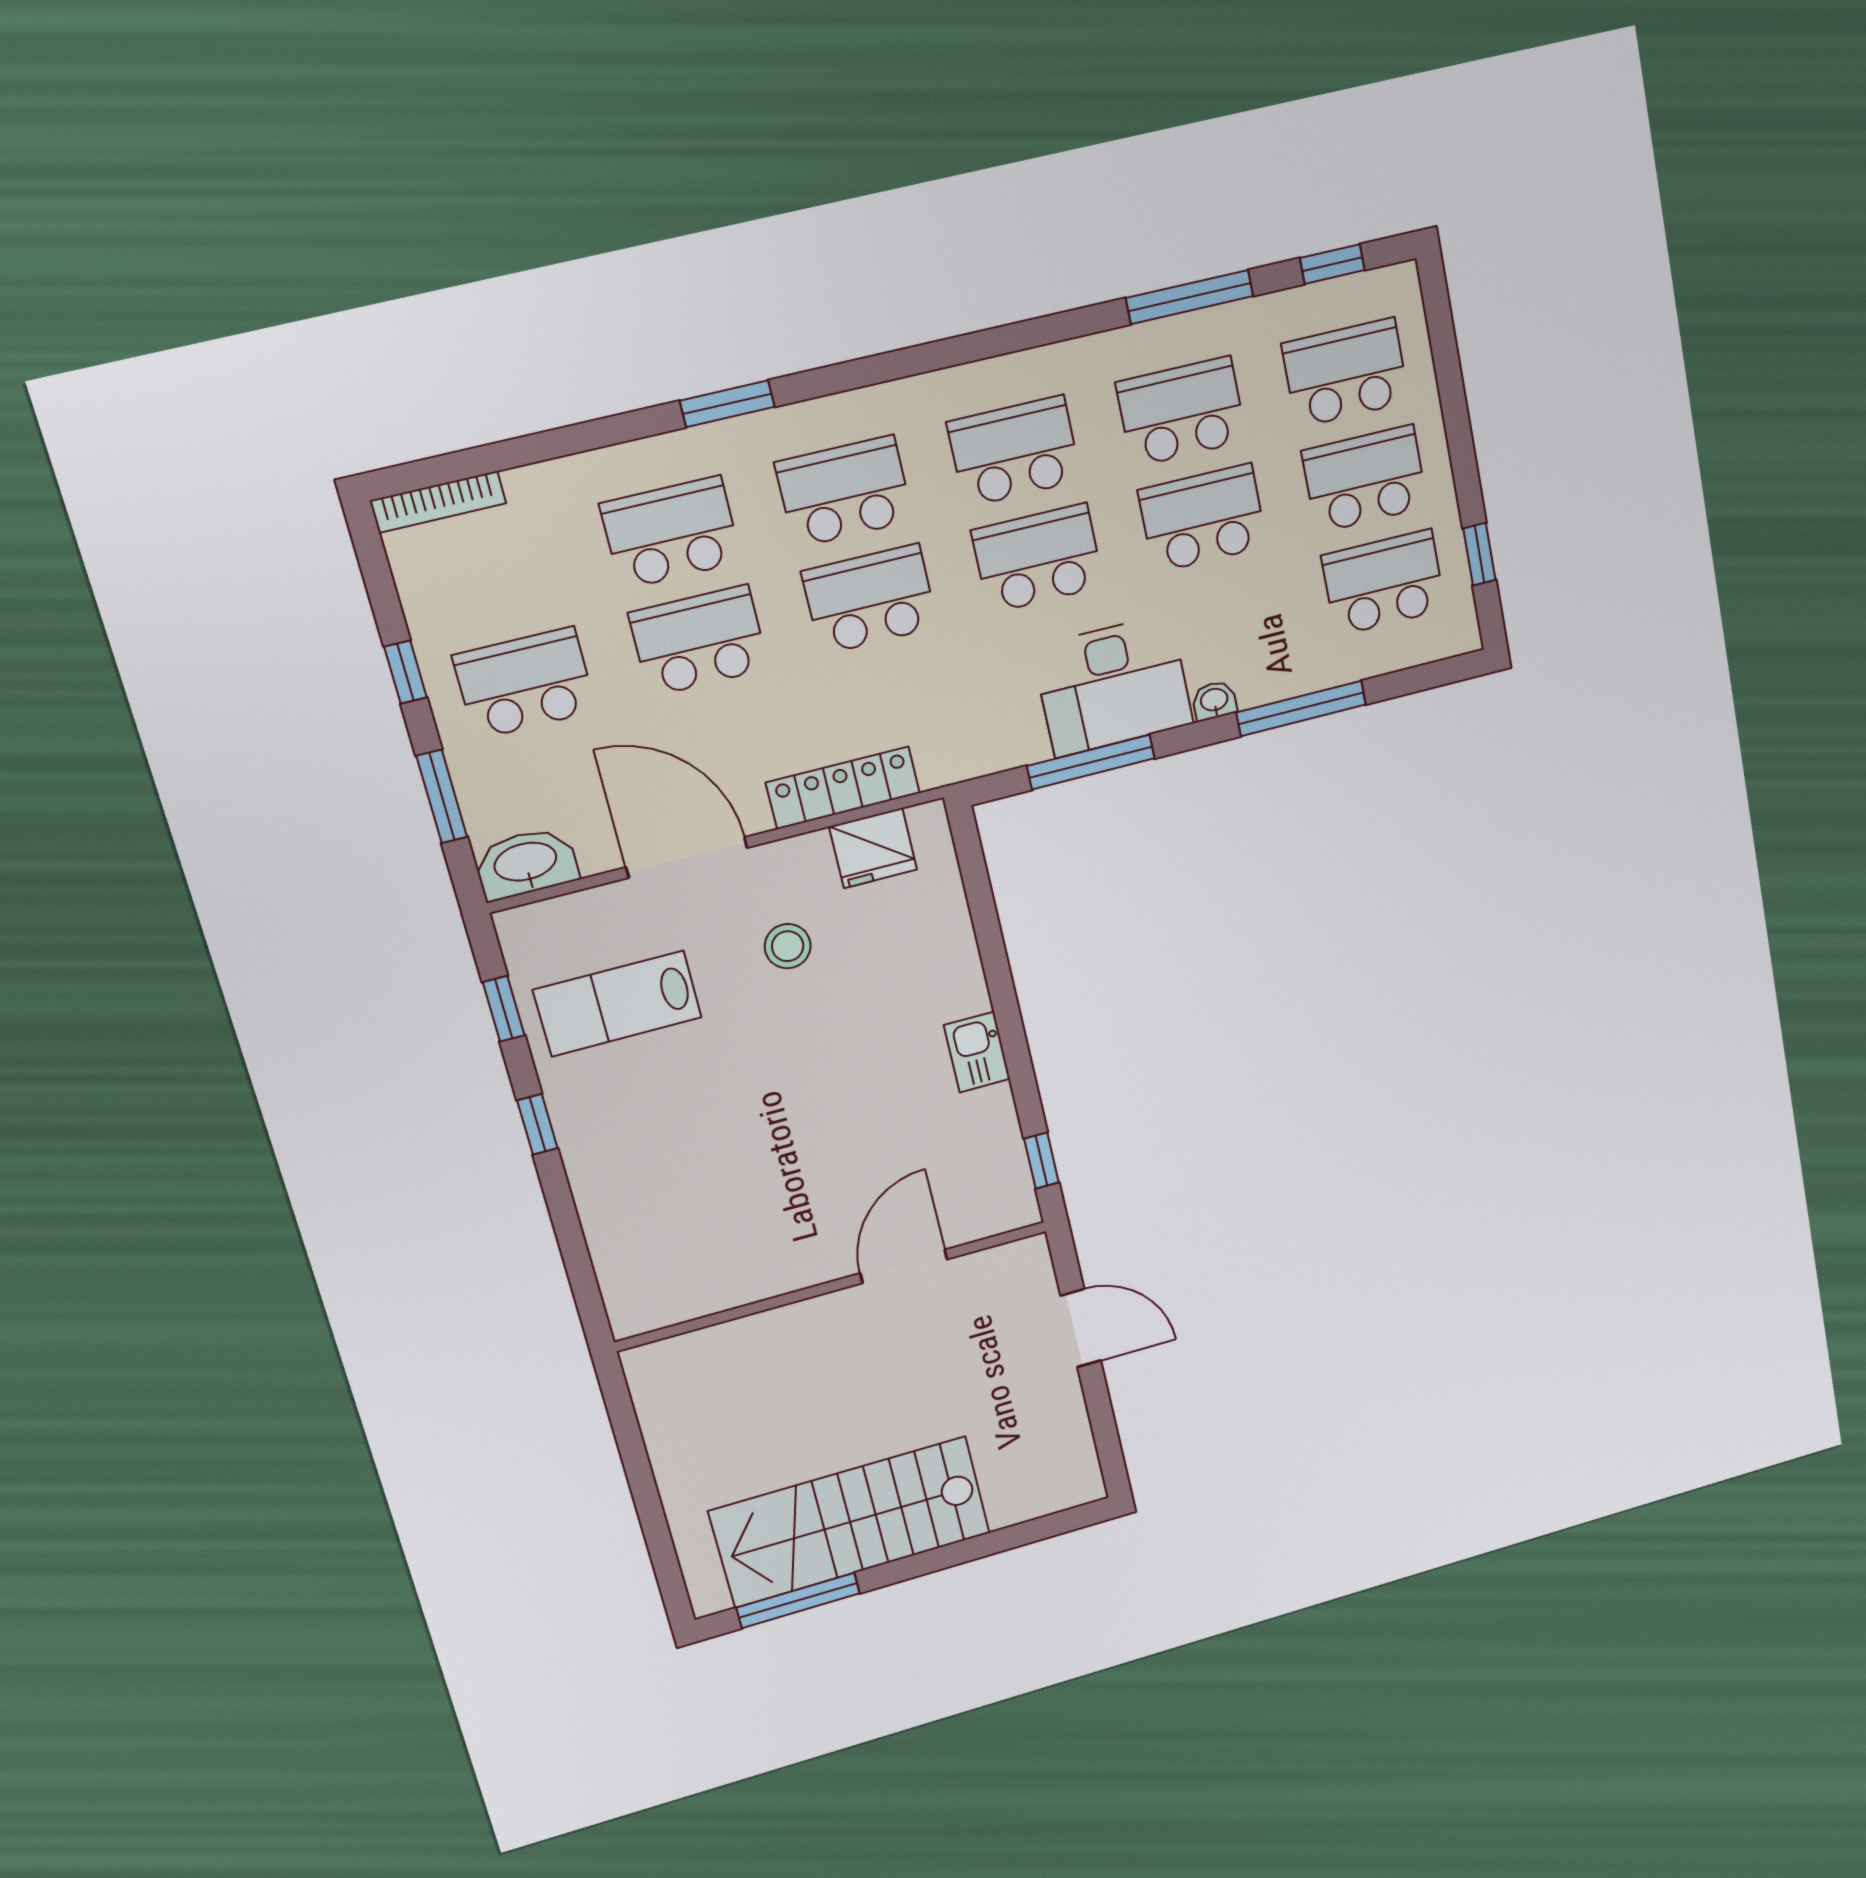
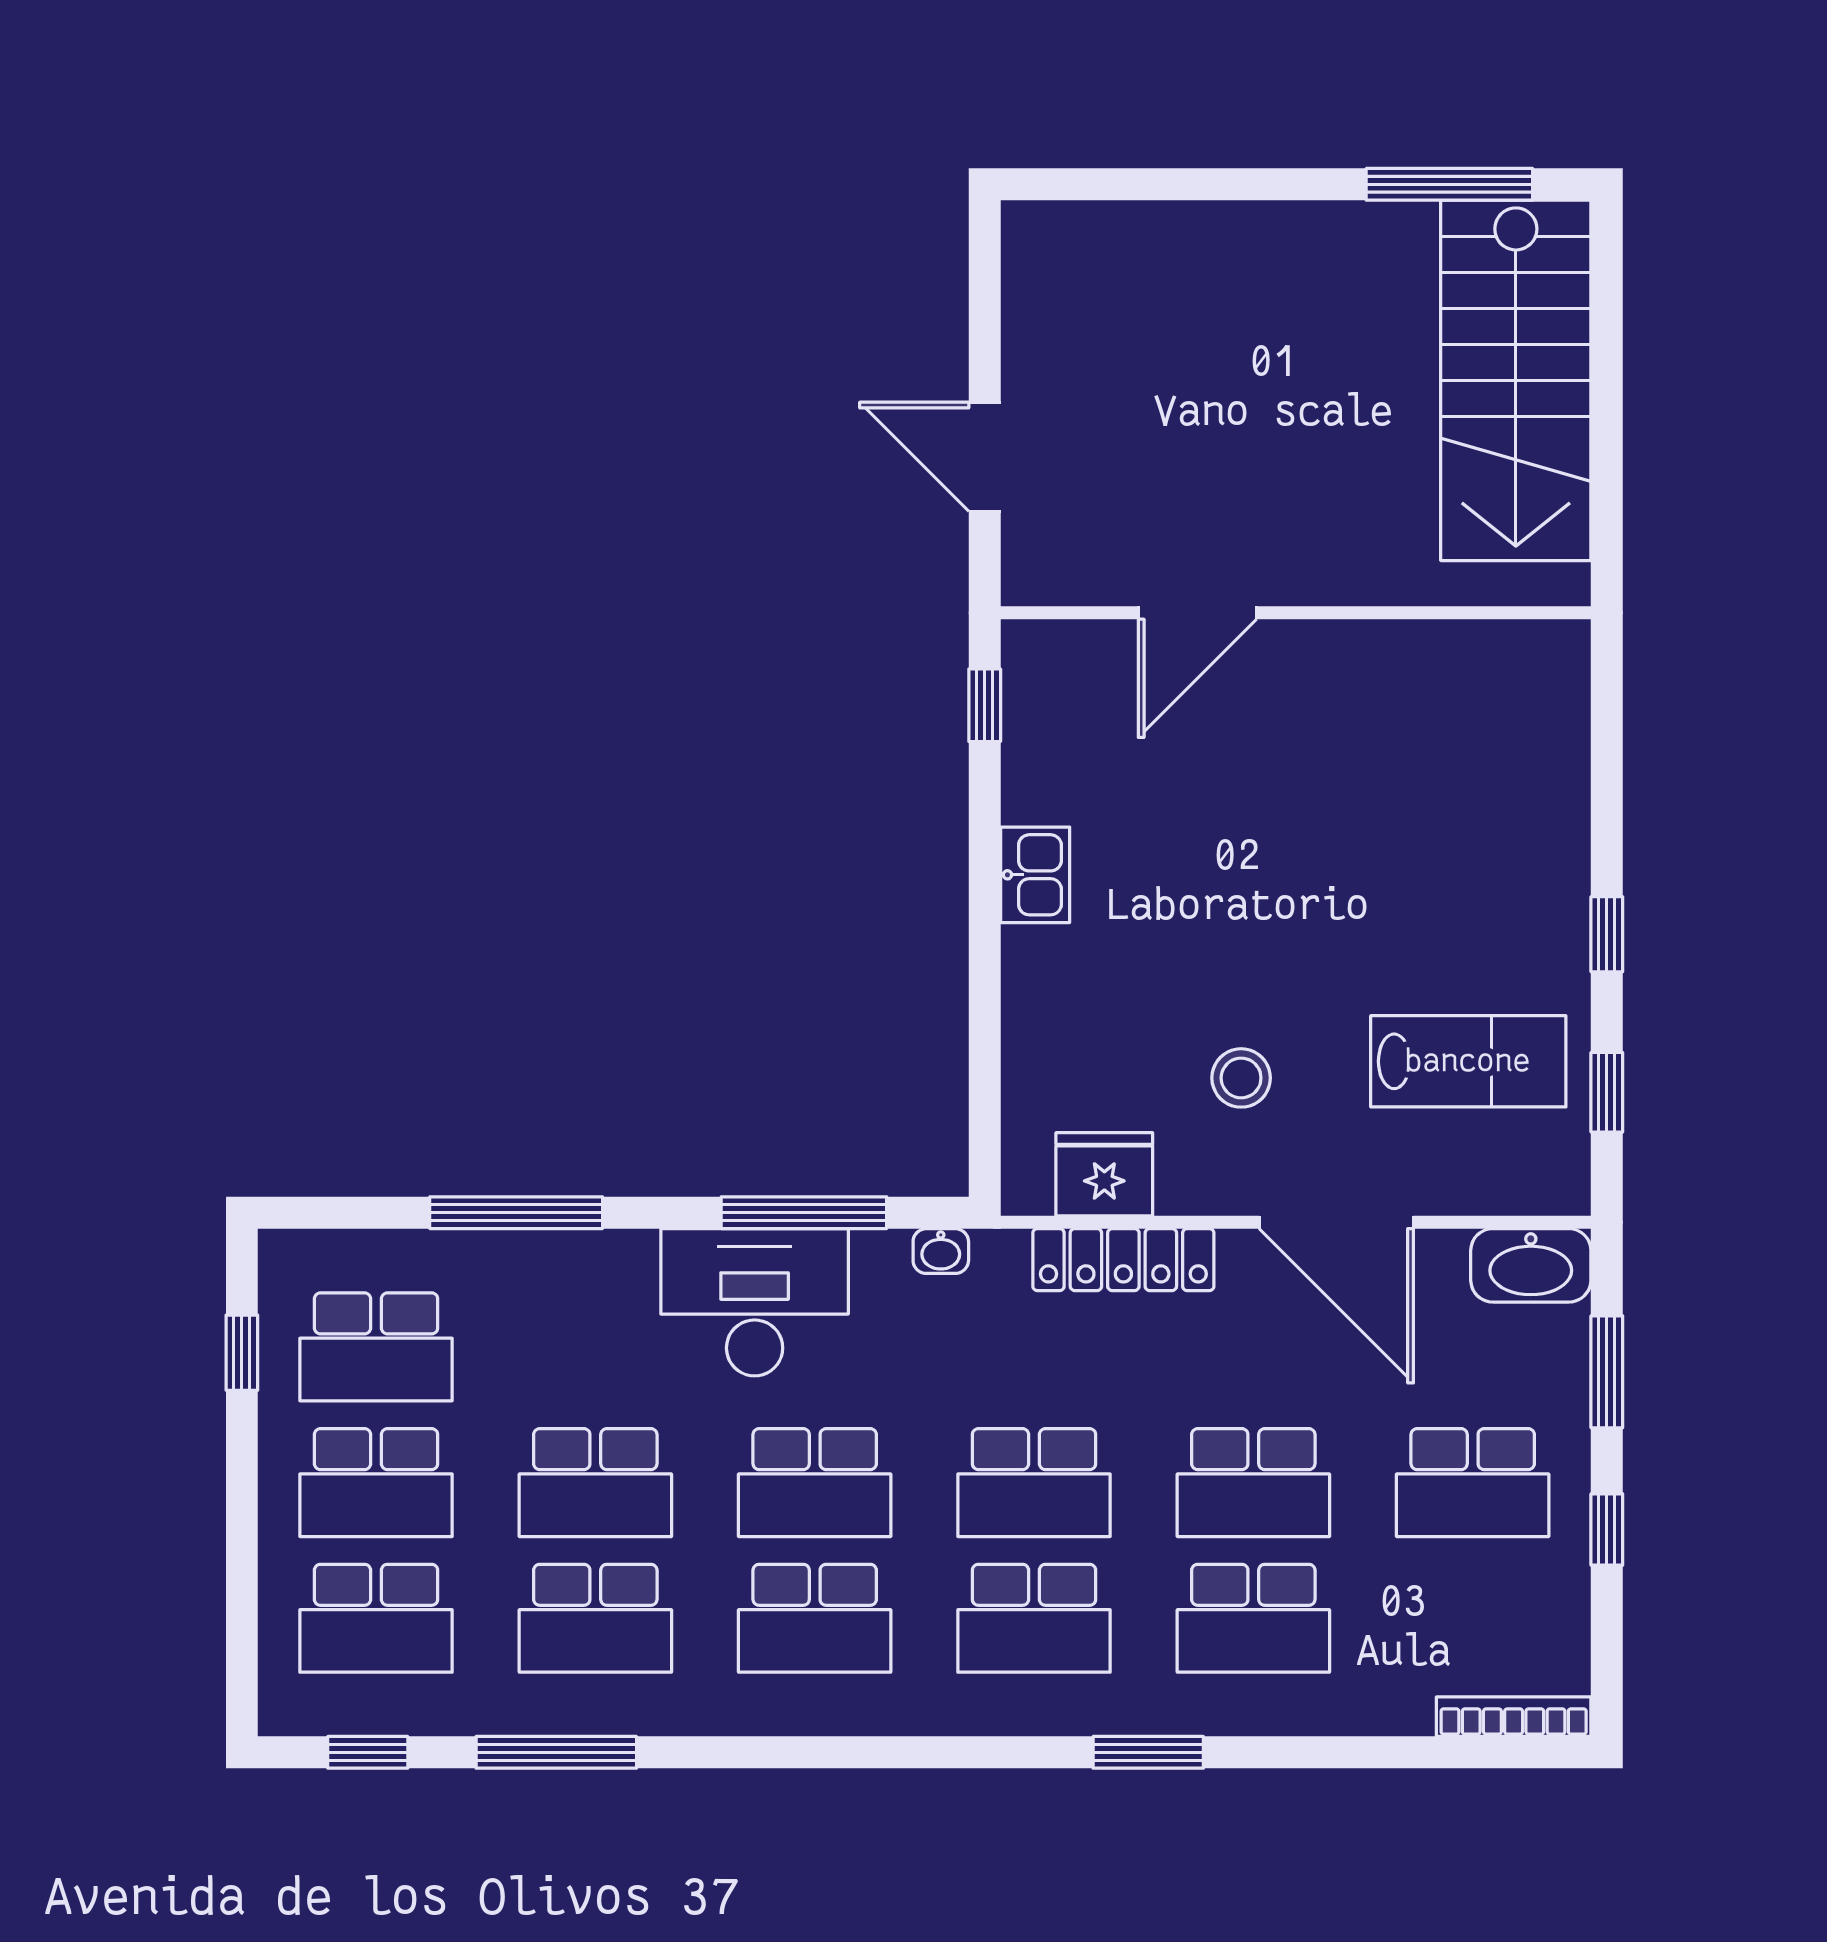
washbasin: (1214, 701) -> (941, 1251), moved
stairs: (850, 1522) -> (1516, 380), moved, turned 90

